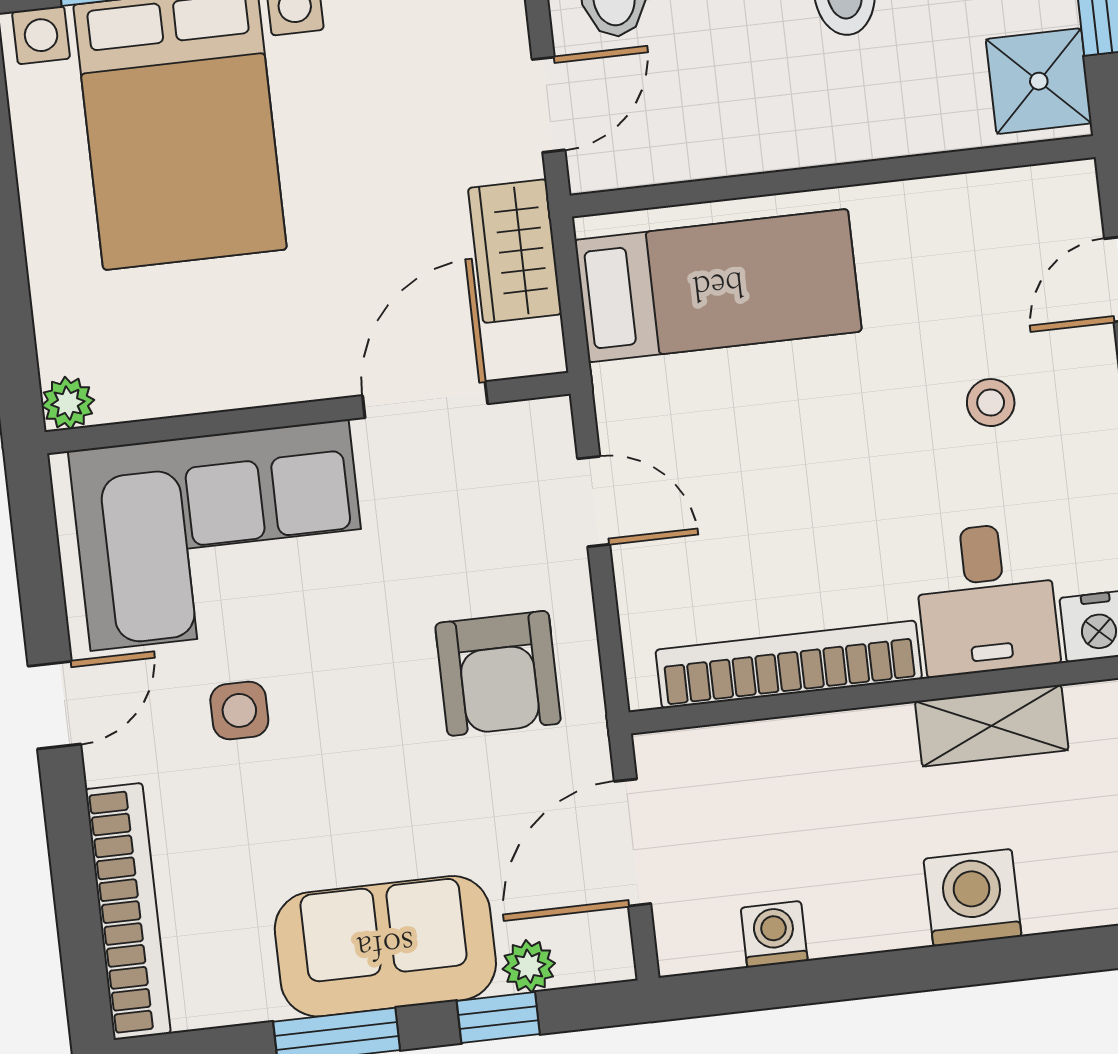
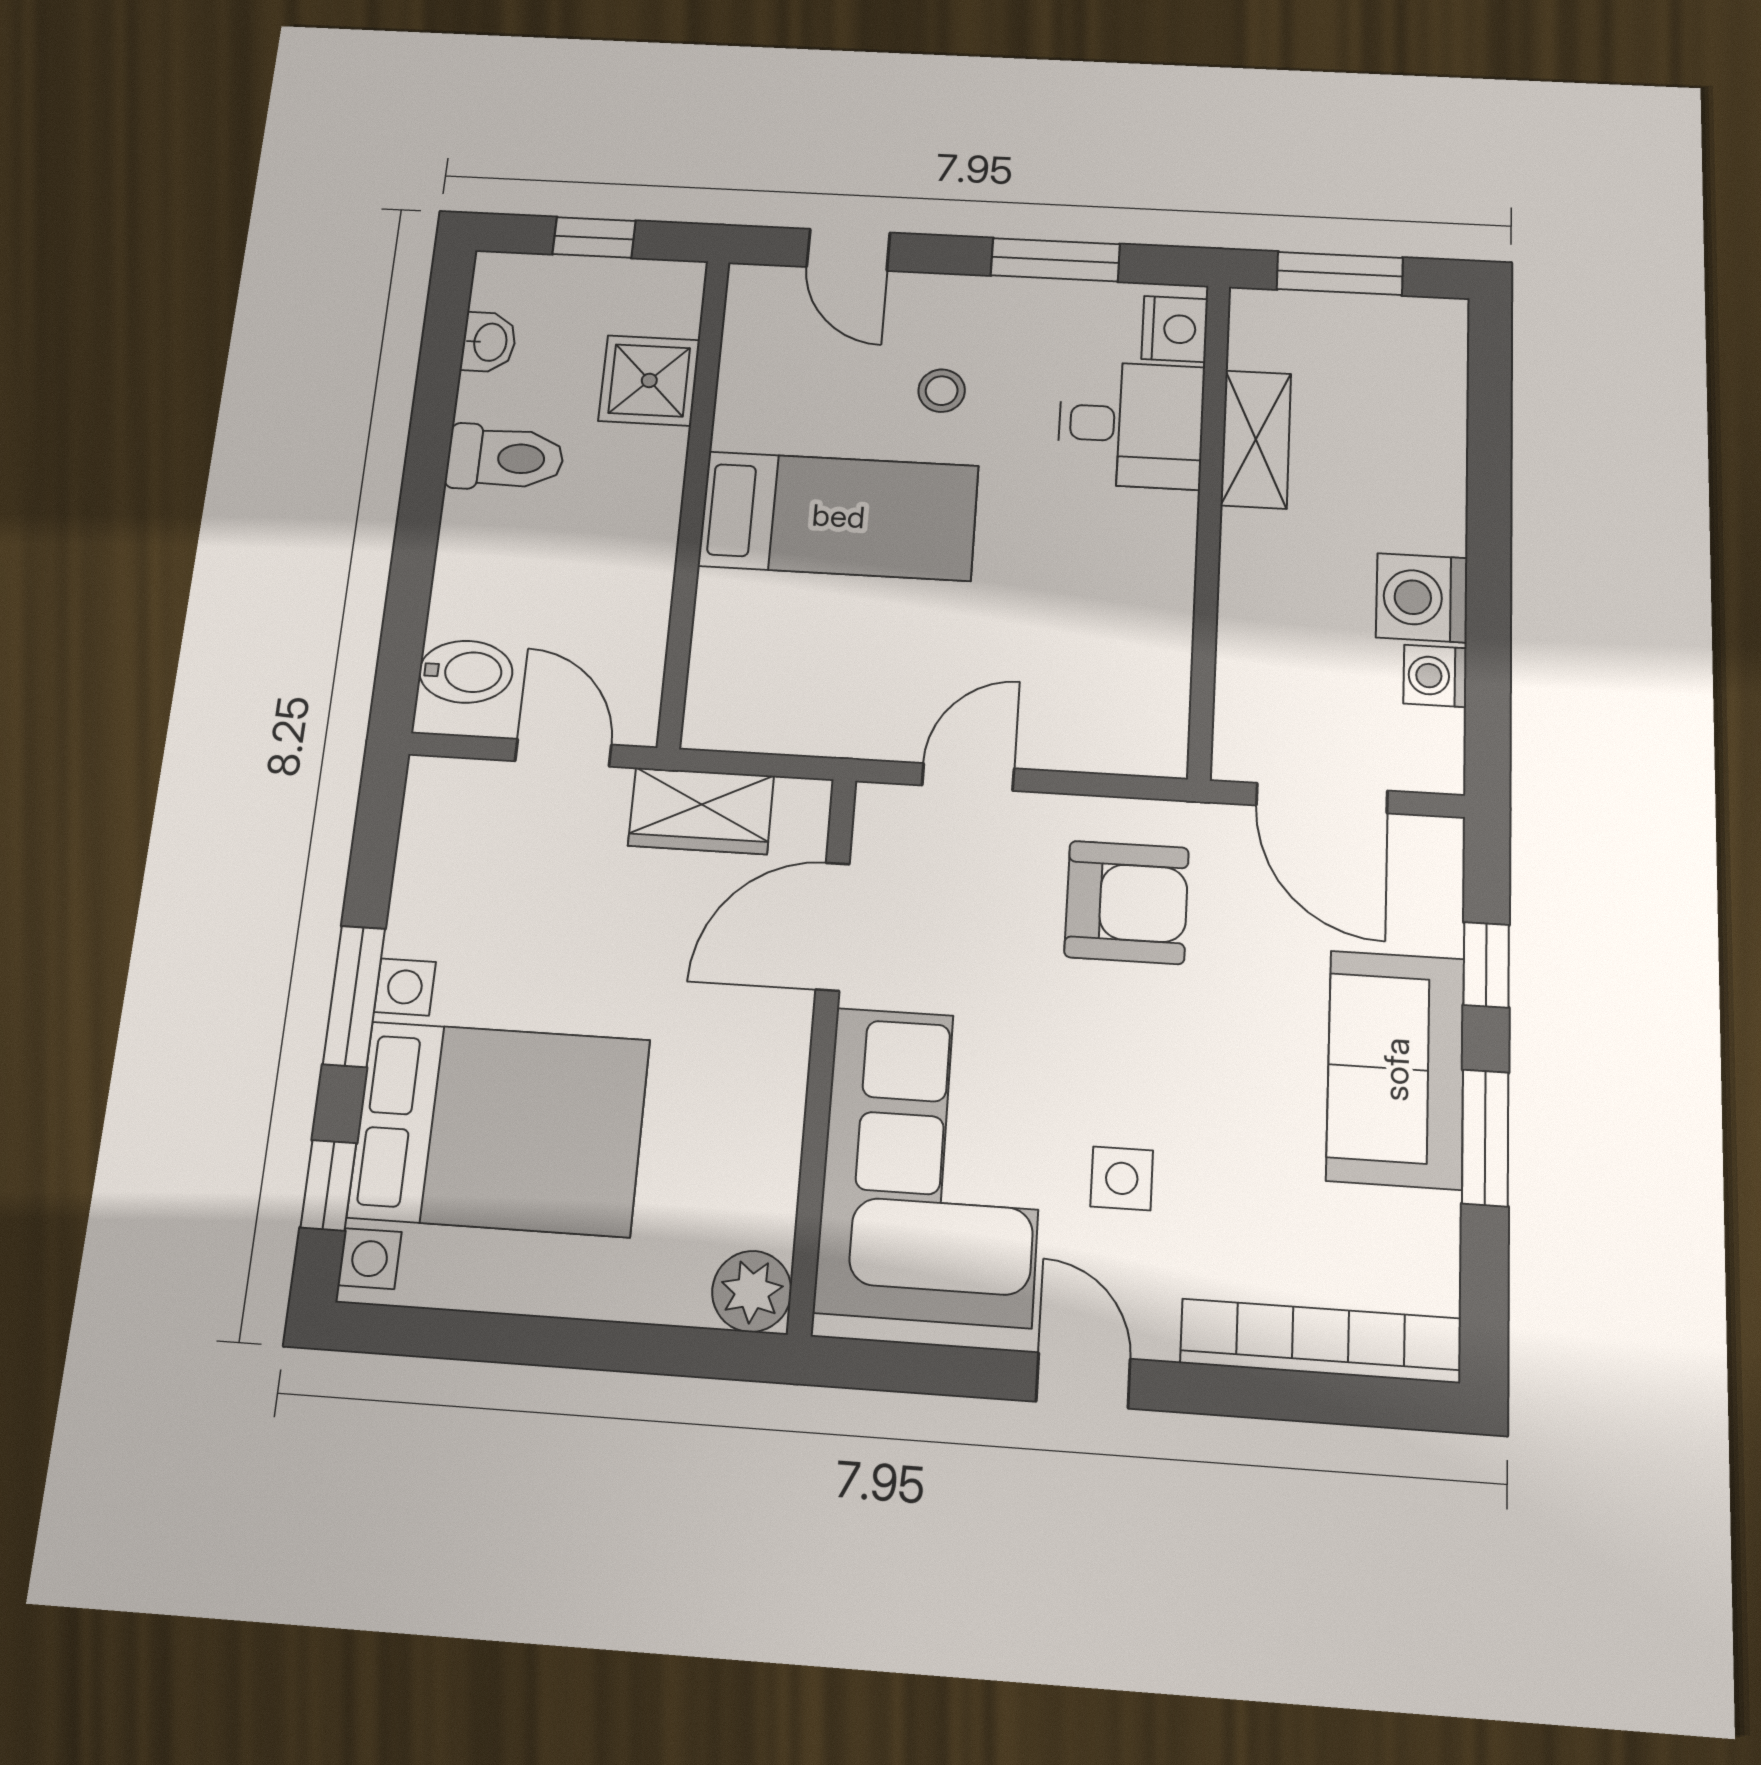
shower: (1039, 81) -> (649, 380), moved
bed: (718, 286) -> (839, 516), moved, turned 90
door: (425, 400) -> (833, 926), hinge flipped
plant: (68, 403) -> (752, 1291), width x1.38, depth x1.38
bookcase: (789, 664) -> (1165, 617), removed
washing machine: (973, 898) -> (1422, 598), moved
plant: (529, 966) -> (1436, 924), removed

